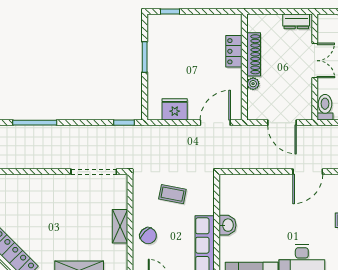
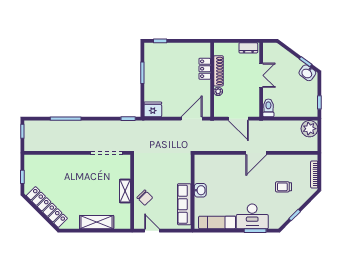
fridge: (175, 109) -> (153, 109), moved
coffee table: (172, 194) -> (162, 169), removed

